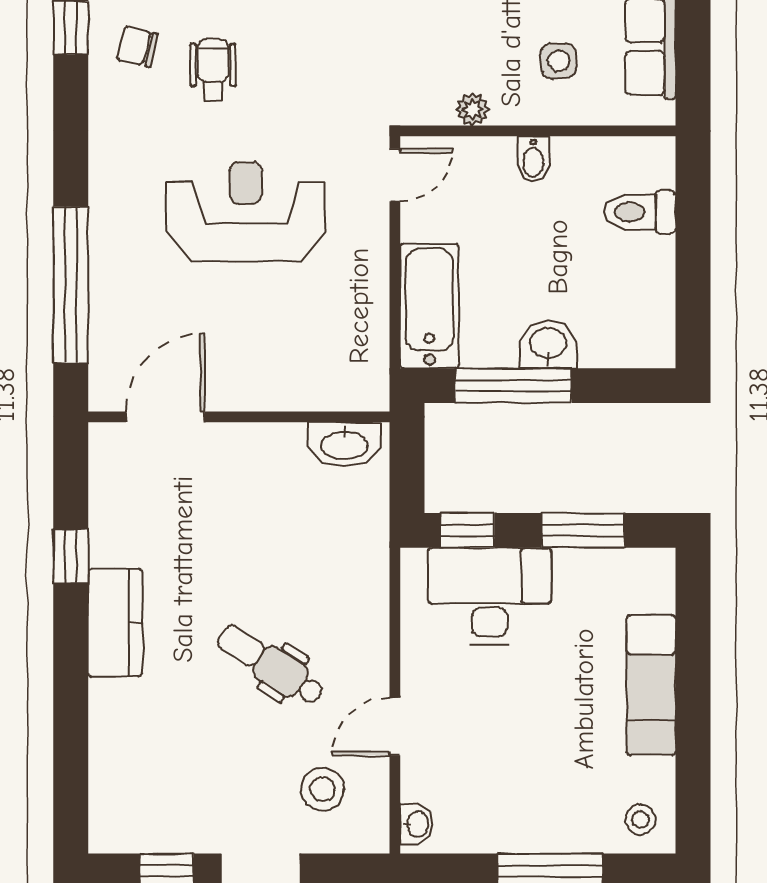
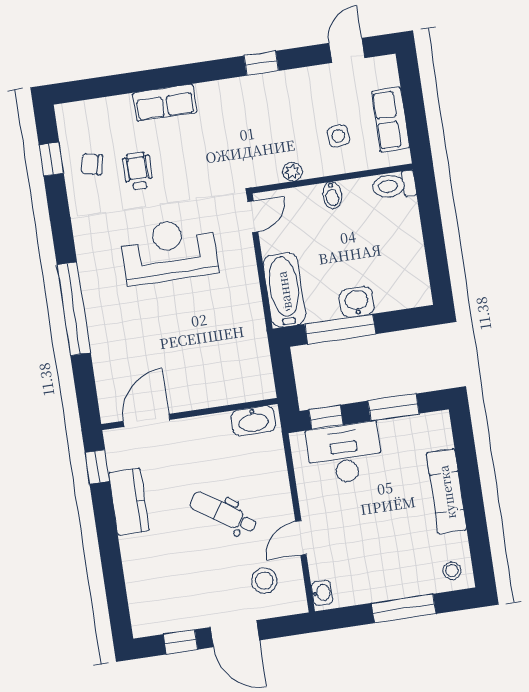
toilet: (640, 212) -> (394, 185), moved
door: (165, 417) -> (147, 420), moved
wall: (239, 417) -> (189, 414), moved
washbasin: (344, 444) -> (253, 421), moved

